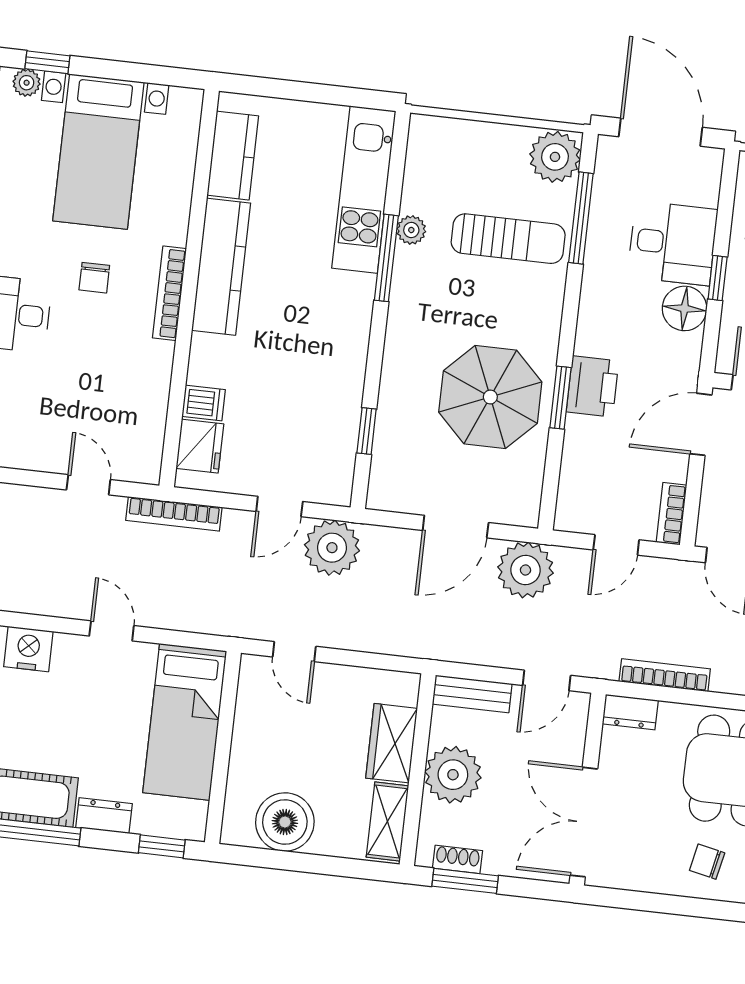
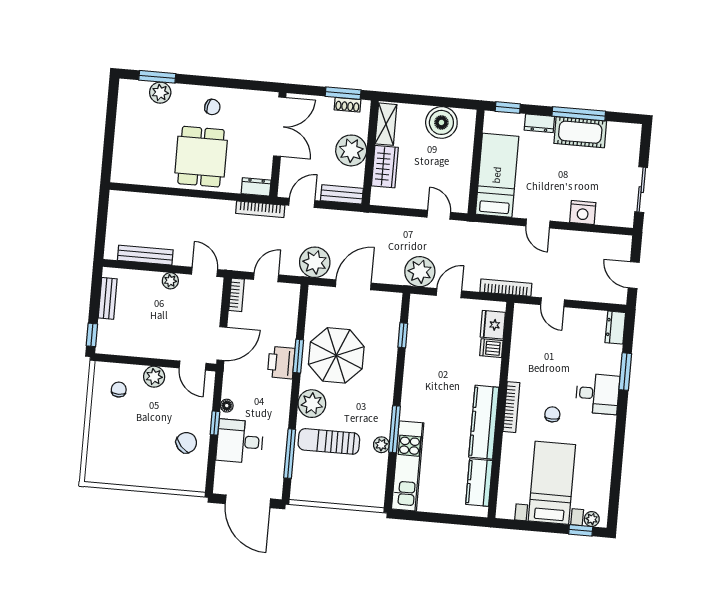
plant: (555, 157) -> (312, 404), moved
floor lamp: (685, 308) -> (227, 406), width x0.53, depth x0.53
bookcase: (665, 675) -> (260, 209), moved

